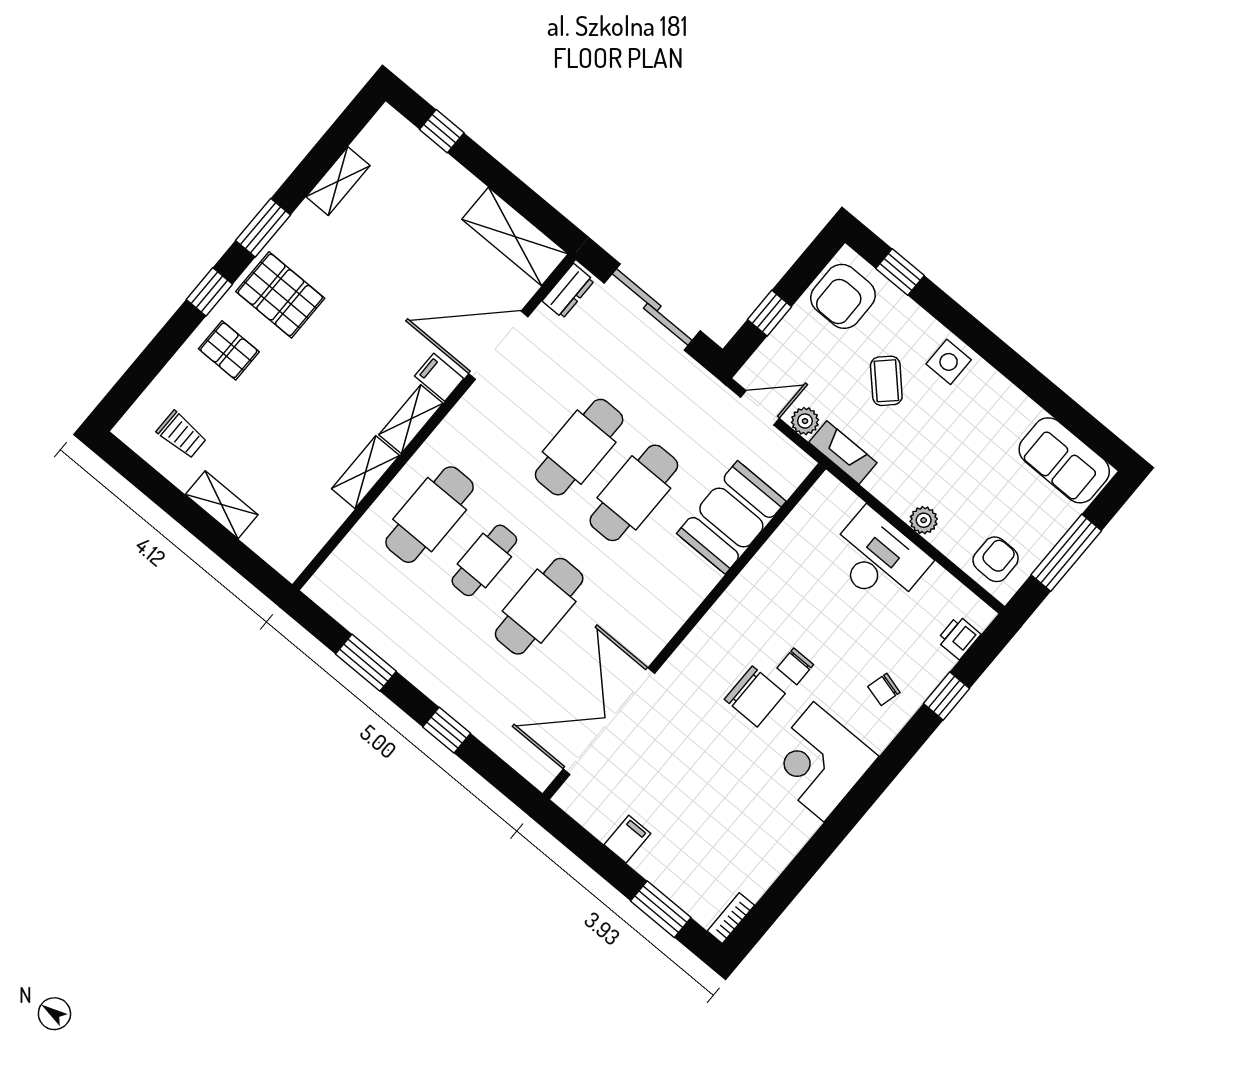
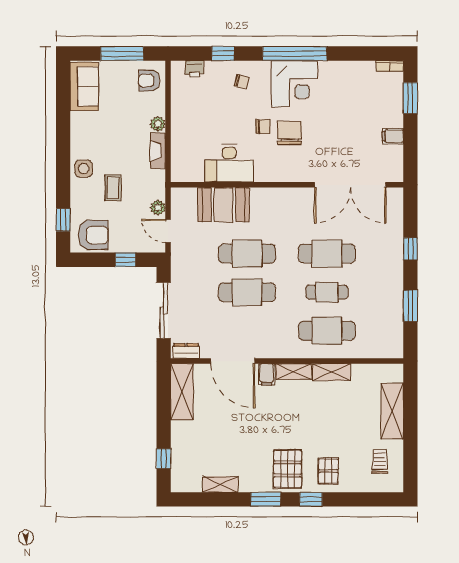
coffee table: (886, 381) -> (113, 188), turned -46
fireplace: (843, 452) -> (158, 151), moved
shelving: (222, 505) -> (392, 411), width x1.50, depth x1.33
desk: (878, 559) -> (229, 163), moved, turned -90
window: (861, 798) -> (295, 54), added

